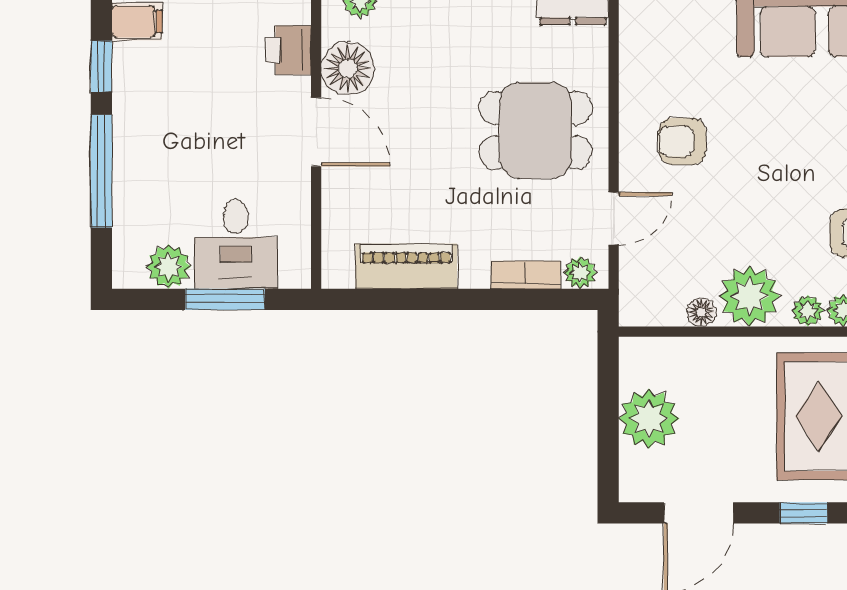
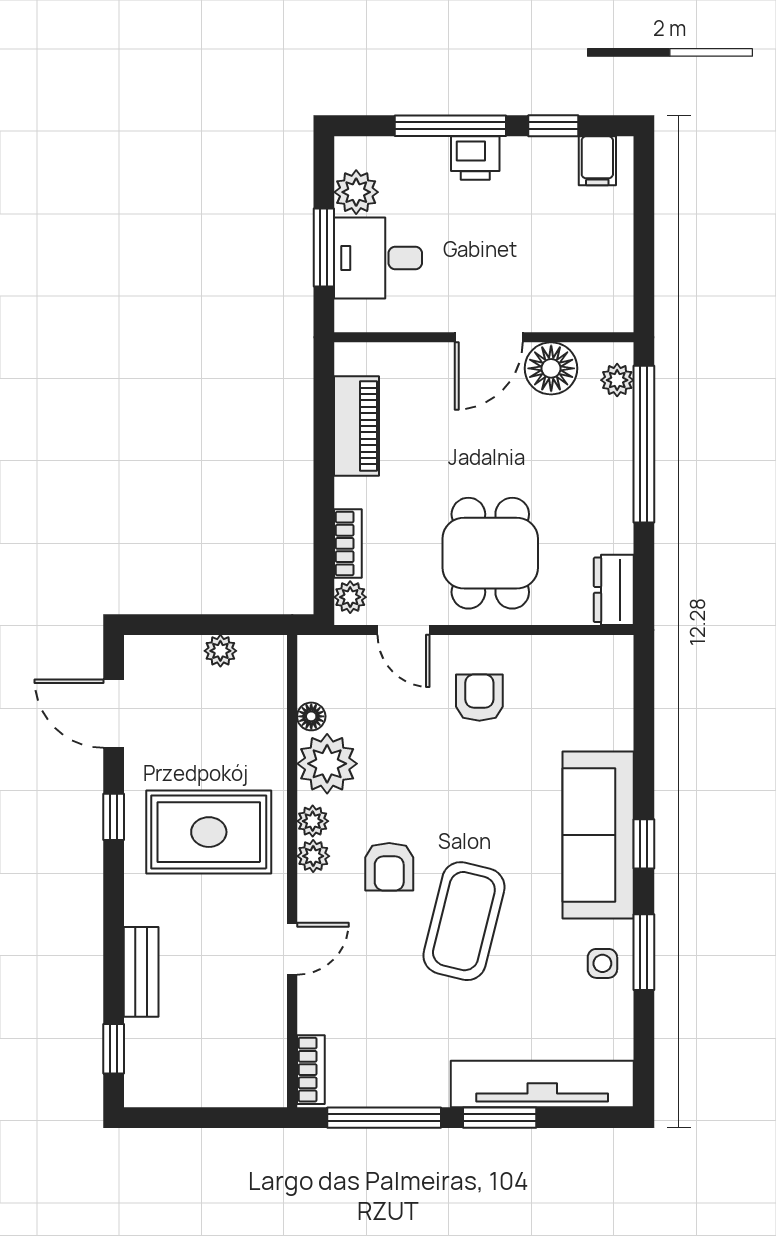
printer: (289, 50) -> (475, 158), moved, turned 180
plant: (649, 419) -> (220, 651), width x0.53, depth x0.53

